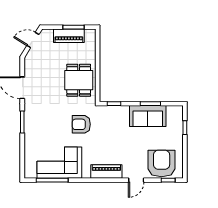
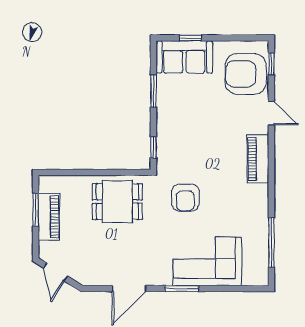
sofa: (148, 116) -> (184, 57), moved, turned 90
corner sofa: (59, 163) -> (207, 261), moved, turned 90

